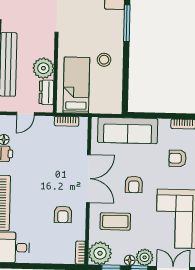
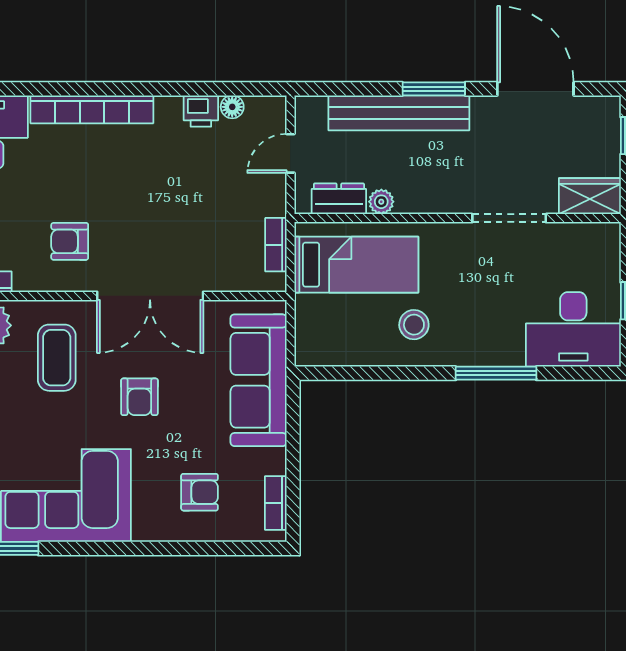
plant: (43, 68) -> (381, 202), width x0.53, depth x0.53
door: (25, 114) -> (290, 153), hinge flipped
armchair: (178, 158) -> (200, 492), turned 90
armchair: (134, 184) -> (139, 397), turned -90

